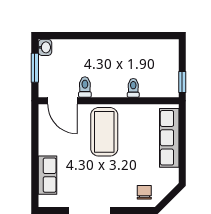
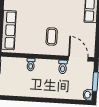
coffee table: (104, 132) -> (52, 36), width x0.54, depth x0.58

